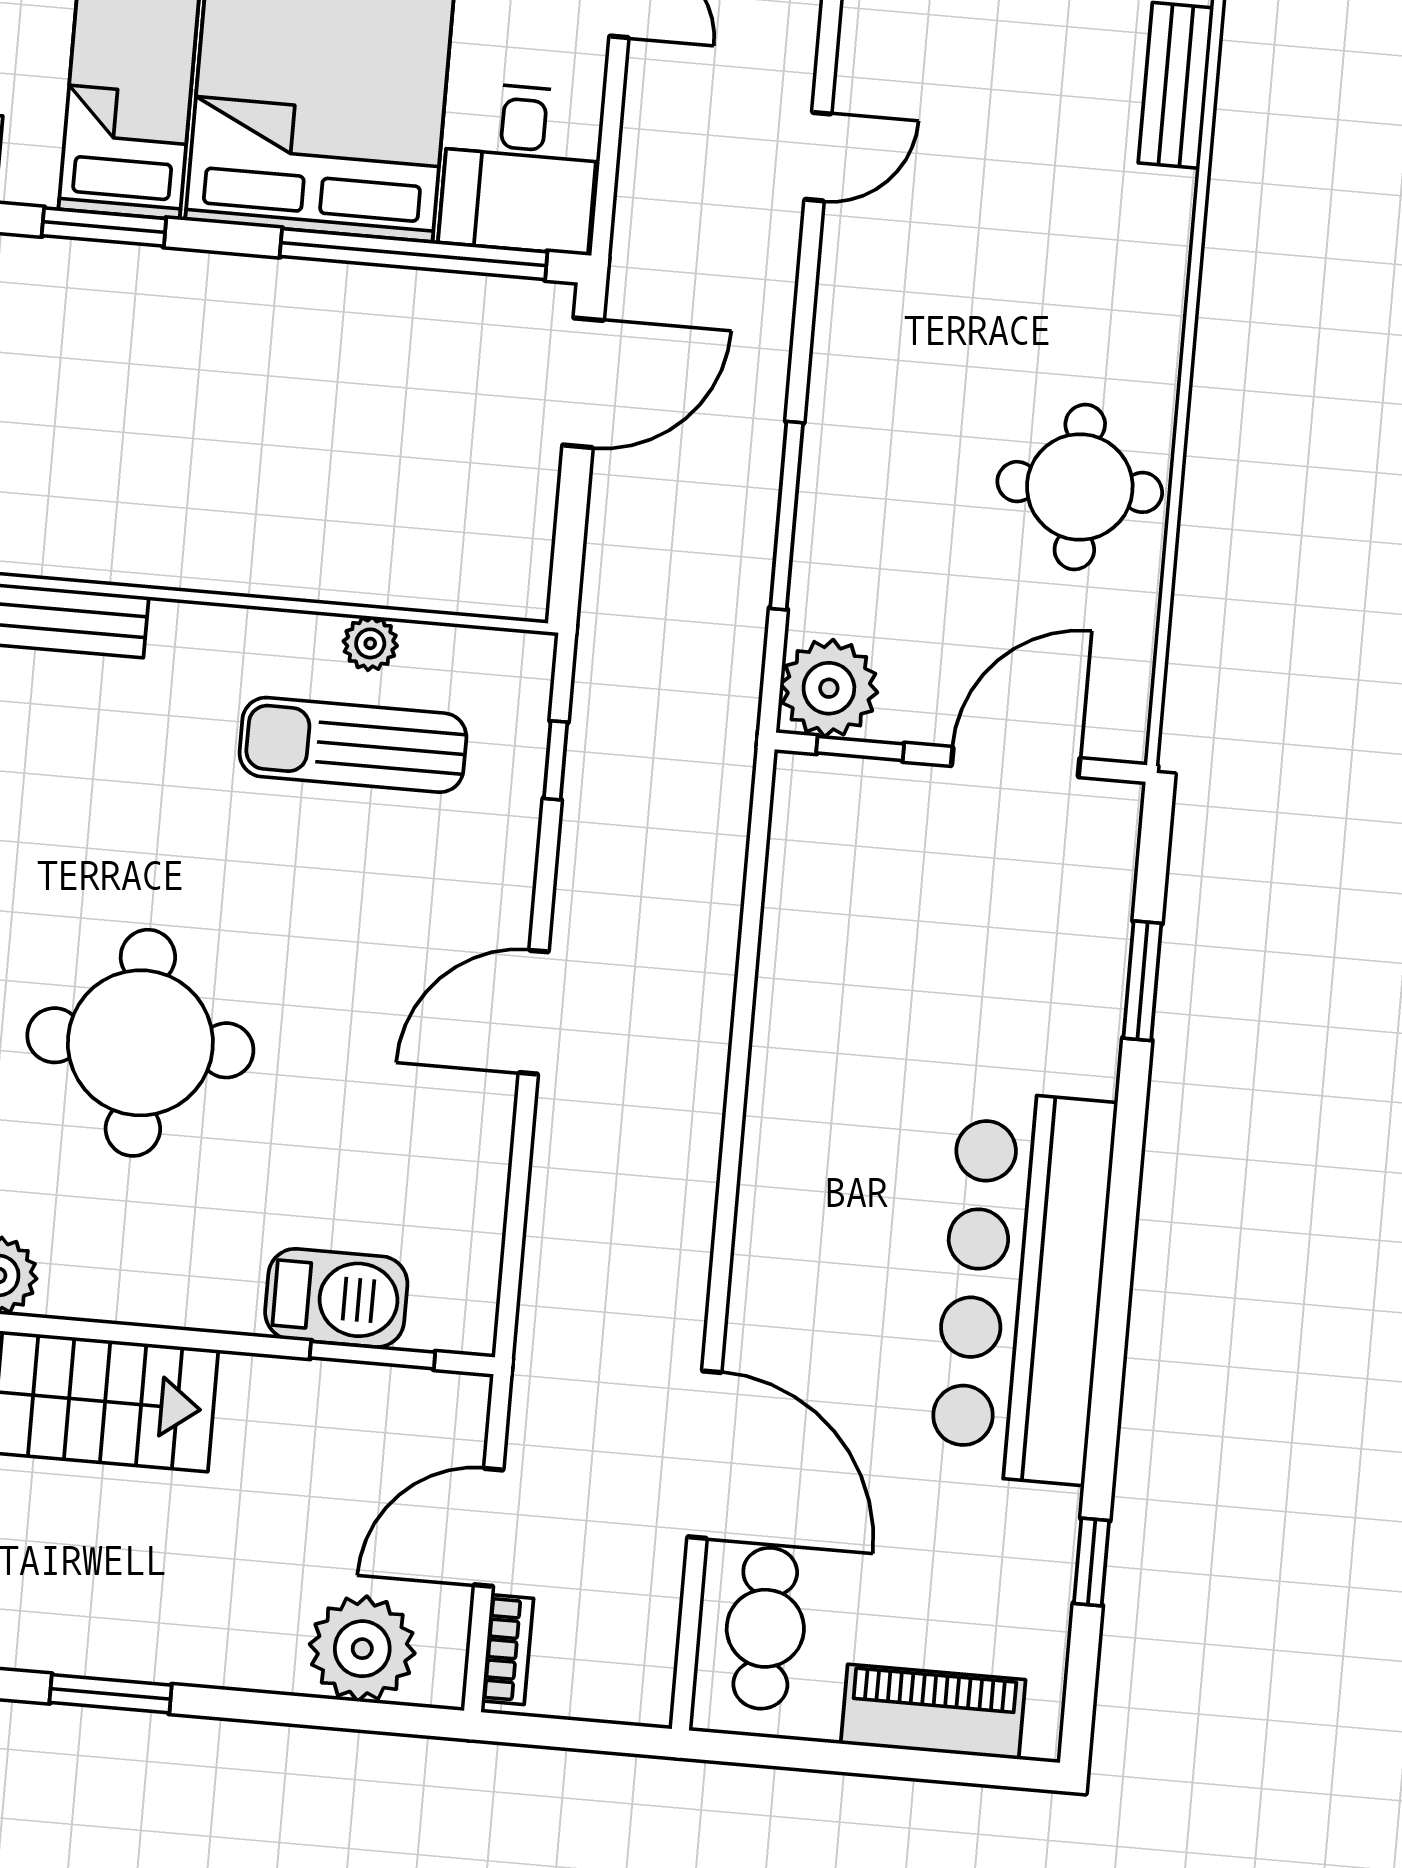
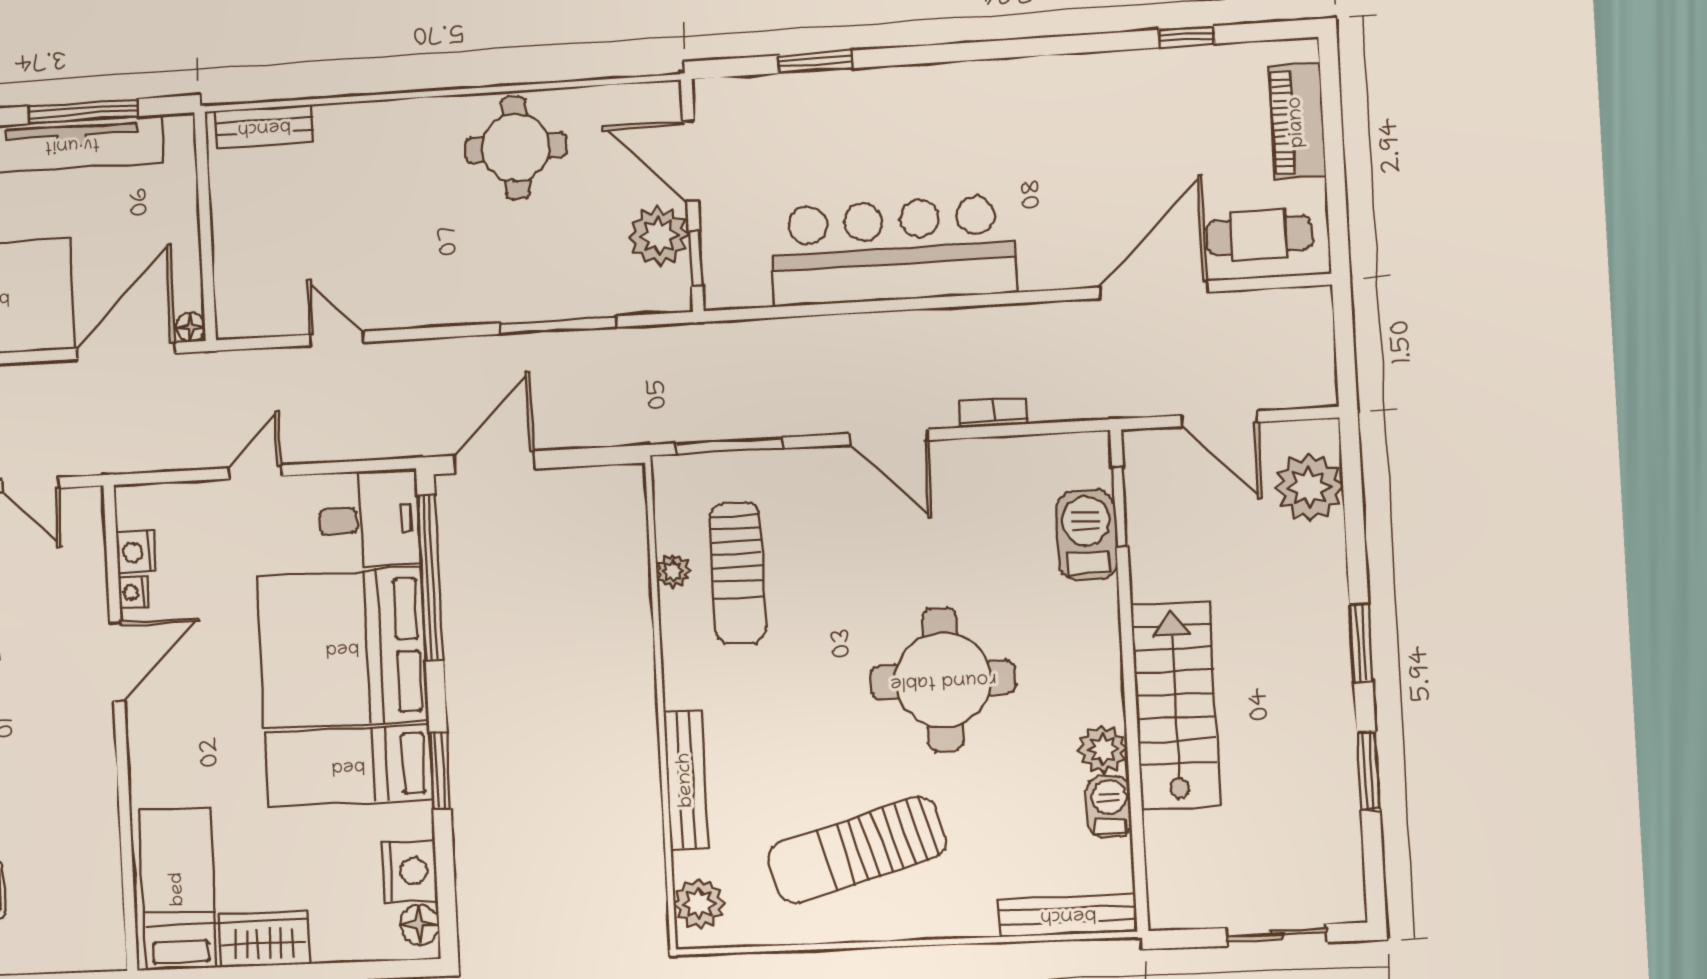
door: (583, 383) -> (494, 462), hinge flipped
plant: (829, 688) -> (659, 236), moved
window: (556, 760) -> (729, 446), width x2.17
bar counter: (1023, 1287) -> (893, 251), moved, turned 180
bookcase: (508, 1650) -> (993, 412), moved

